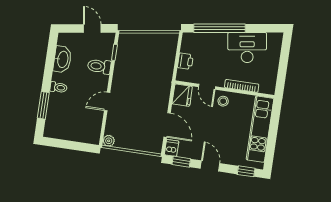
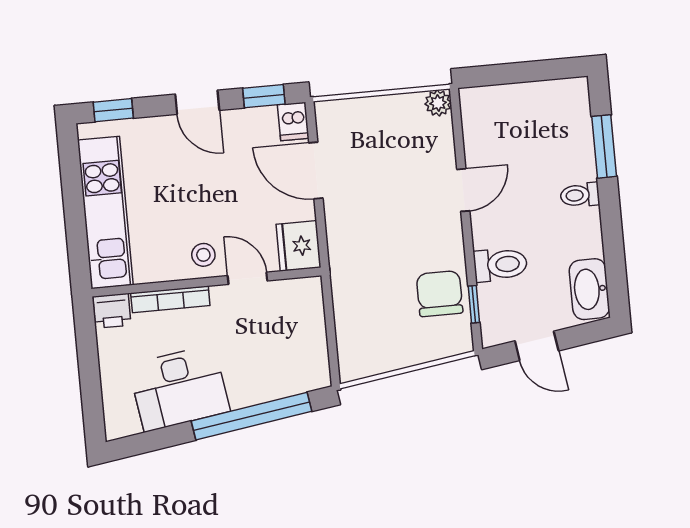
washbasin: (62, 59) -> (589, 289), moved
chair: (128, 60) -> (440, 294), added
printer: (185, 61) -> (112, 311), moved, turned -90

